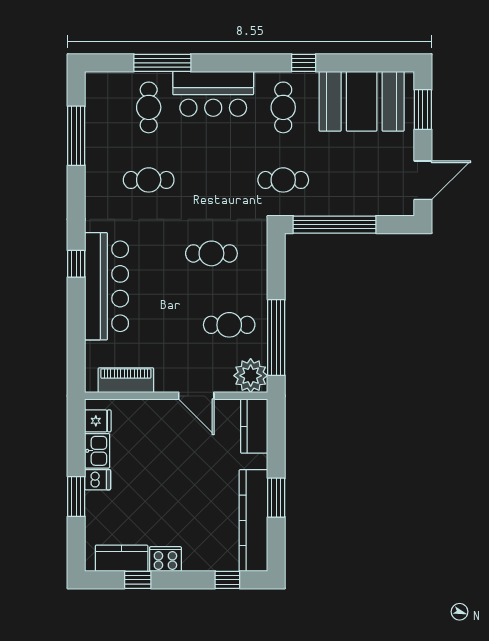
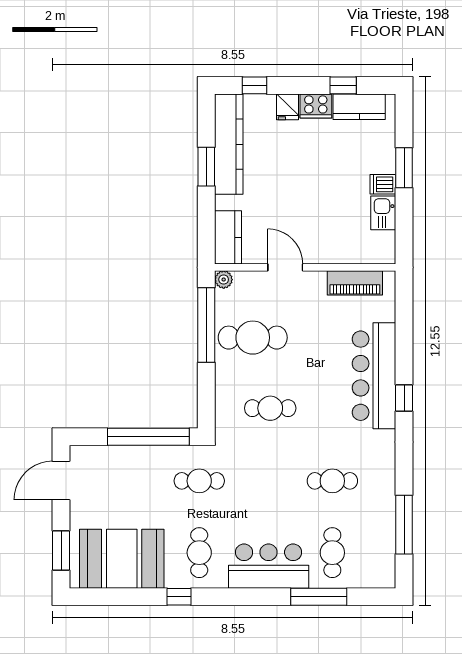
cafe table: (229, 325) -> (253, 338), width x1.37, depth x1.35
plant: (251, 376) -> (224, 280), width x0.53, depth x0.53
fridge: (98, 421) -> (287, 107), moved, turned -90

